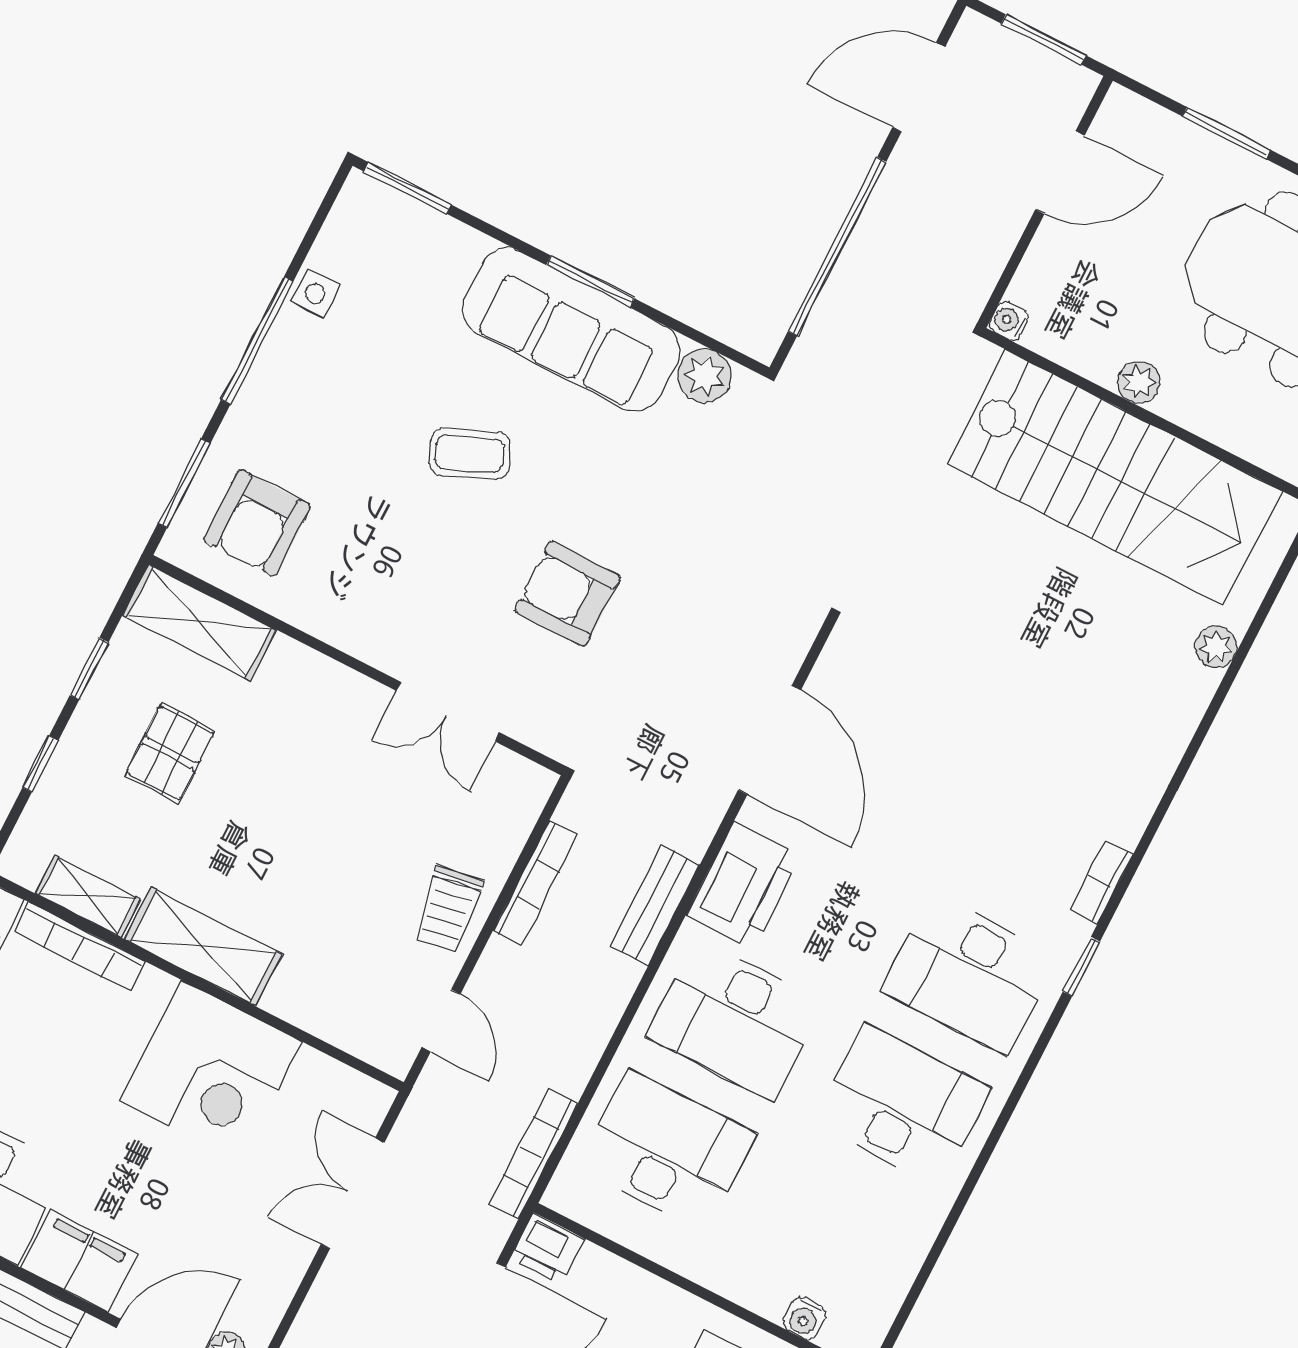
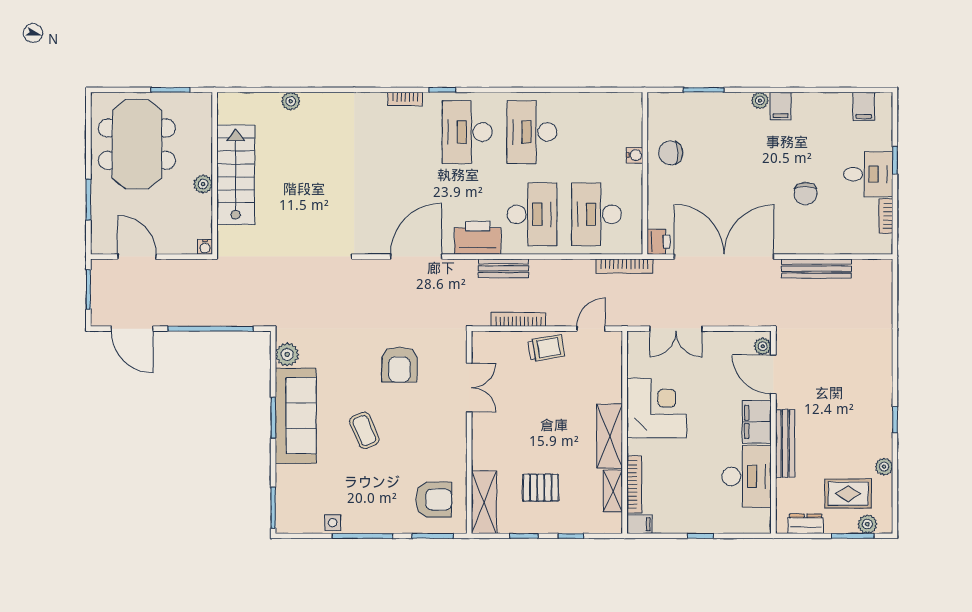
stairs: (1114, 478) -> (236, 175), width x0.73, depth x0.66
desk: (970, 974) -> (467, 132), turned 180
water cooler: (804, 1318) -> (635, 155), moved

